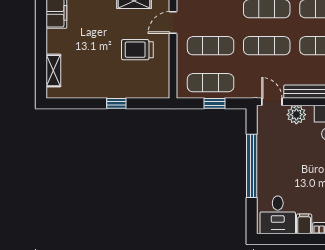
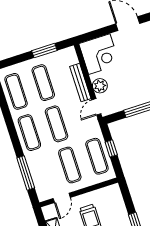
door: (173, 23) -> (62, 198), hinge flipped

